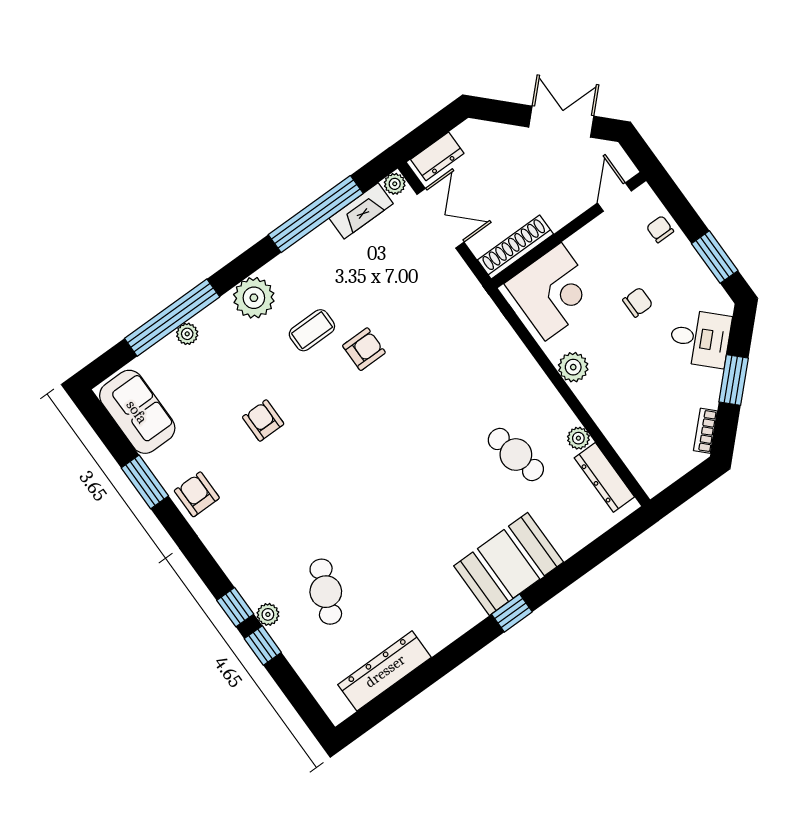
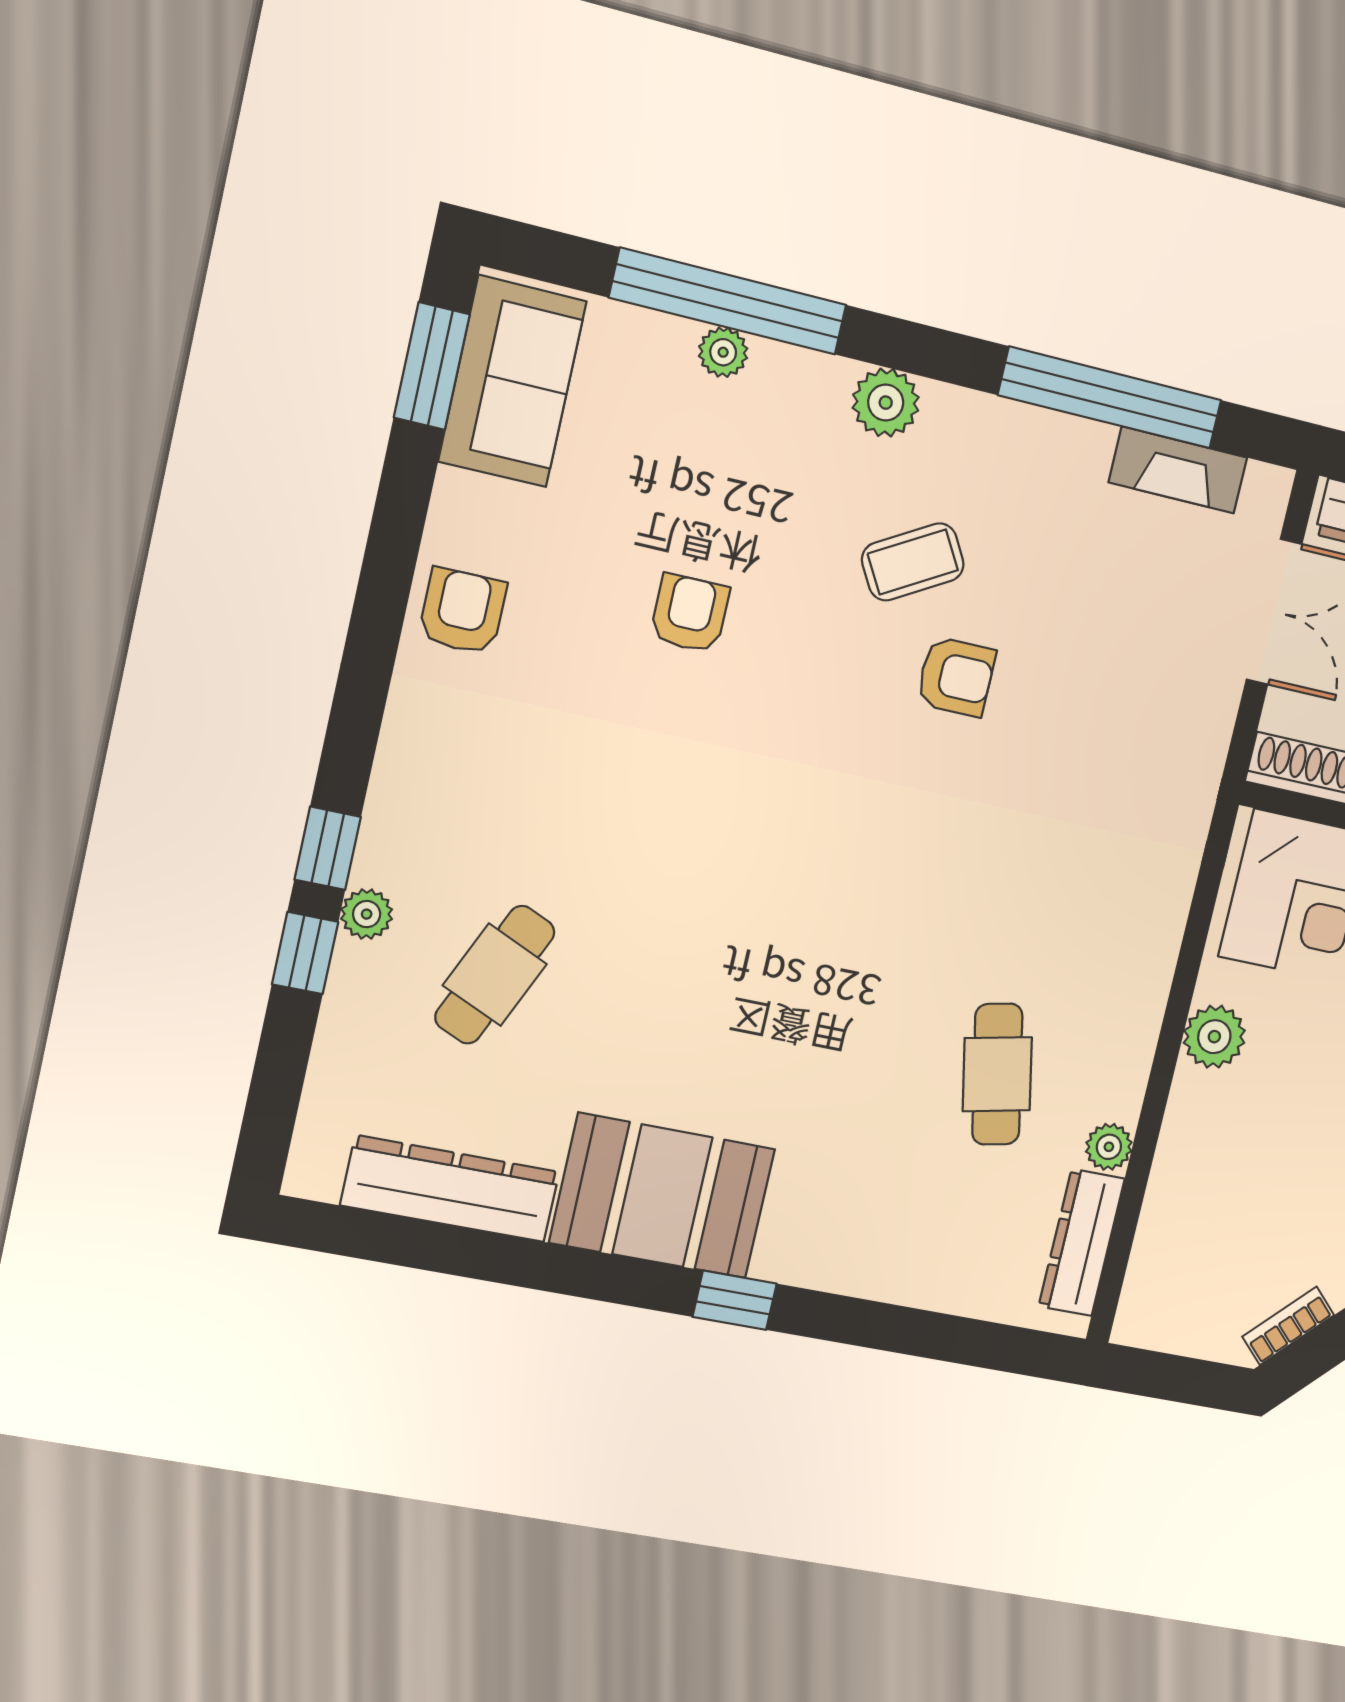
plant: (395, 184) -> (1268, 487), removed
plant: (254, 298) -> (886, 403), width x0.73, depth x0.73
coffee table: (312, 330) -> (913, 562), turned -30
window: (145, 482) -> (432, 366), moved
booth: (509, 564) -> (662, 1196), moved

